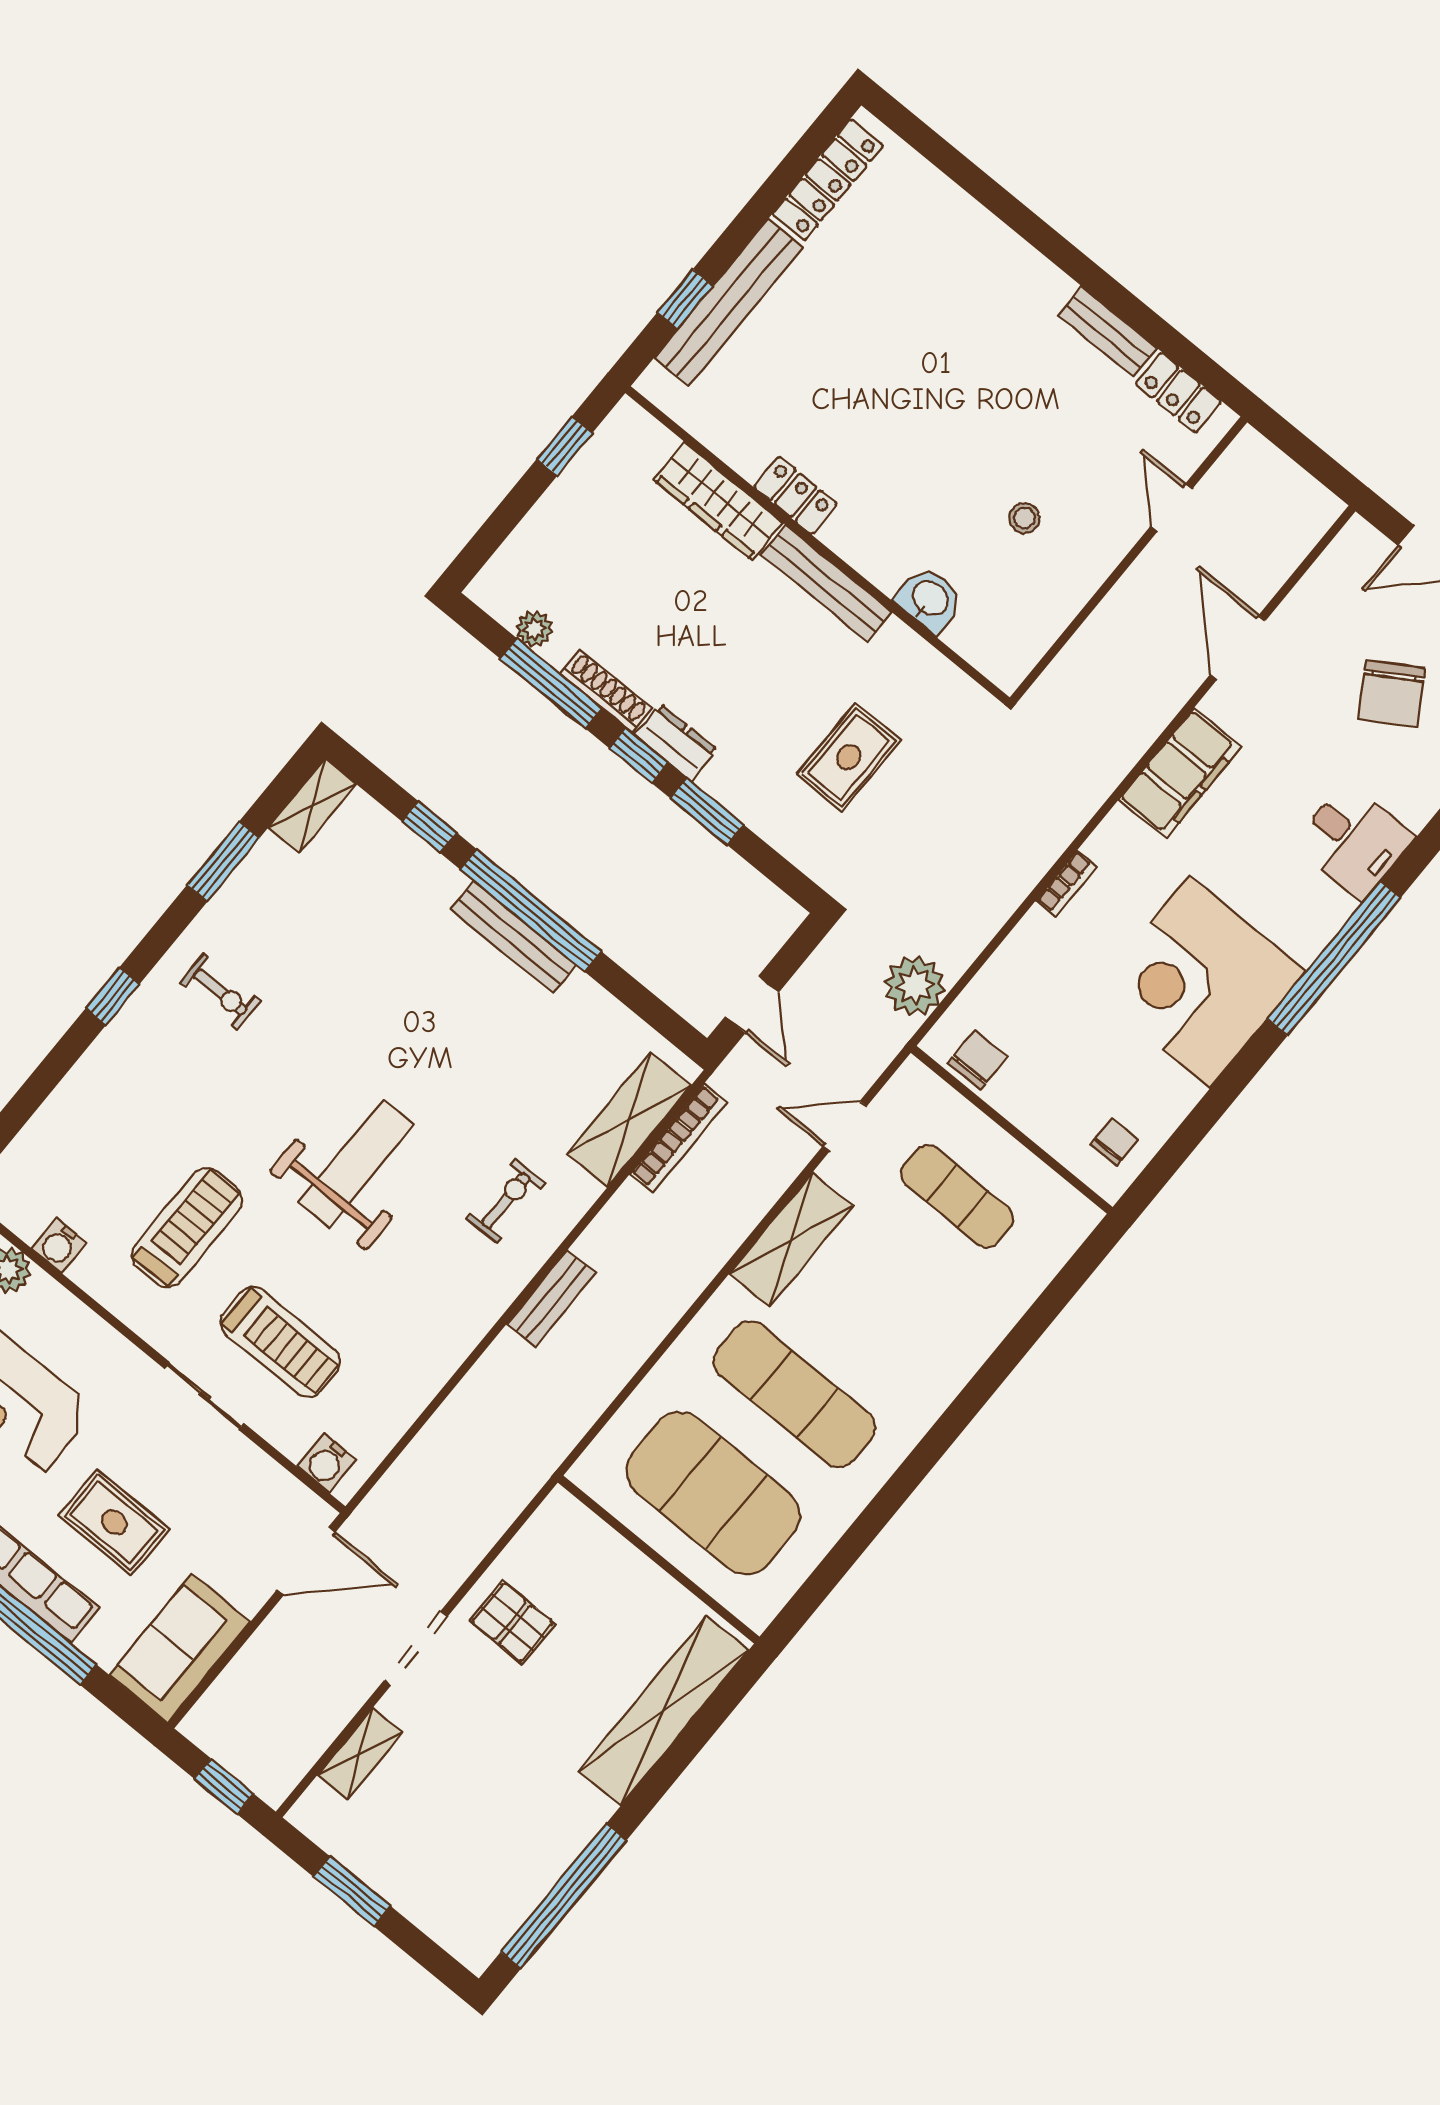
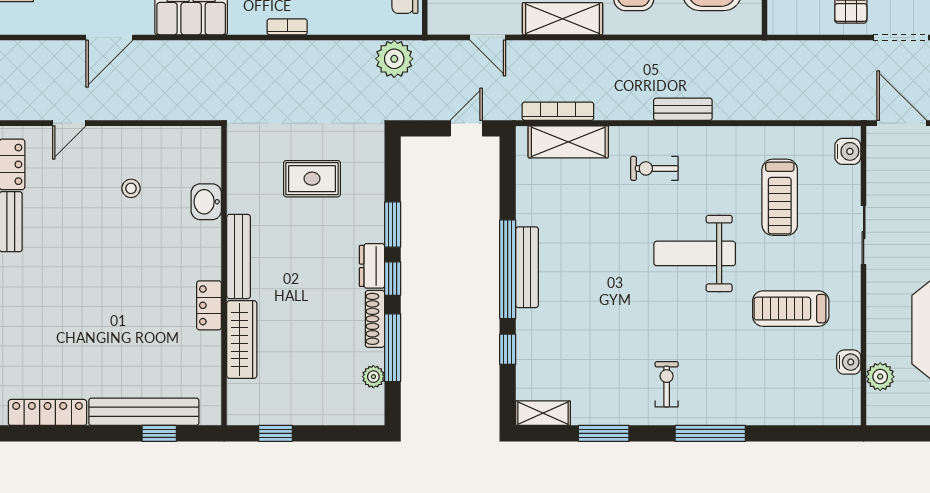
window: (113, 996) -> (710, 433), width x2.17
treadmill: (280, 1342) -> (780, 197), moved, turned 180

